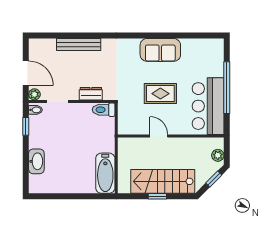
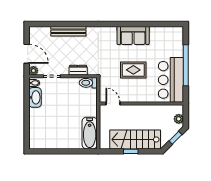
window: (26, 126) -> (27, 96), removed
door: (159, 136) -> (113, 104), moved
washbasin: (36, 161) -> (35, 97), moved

